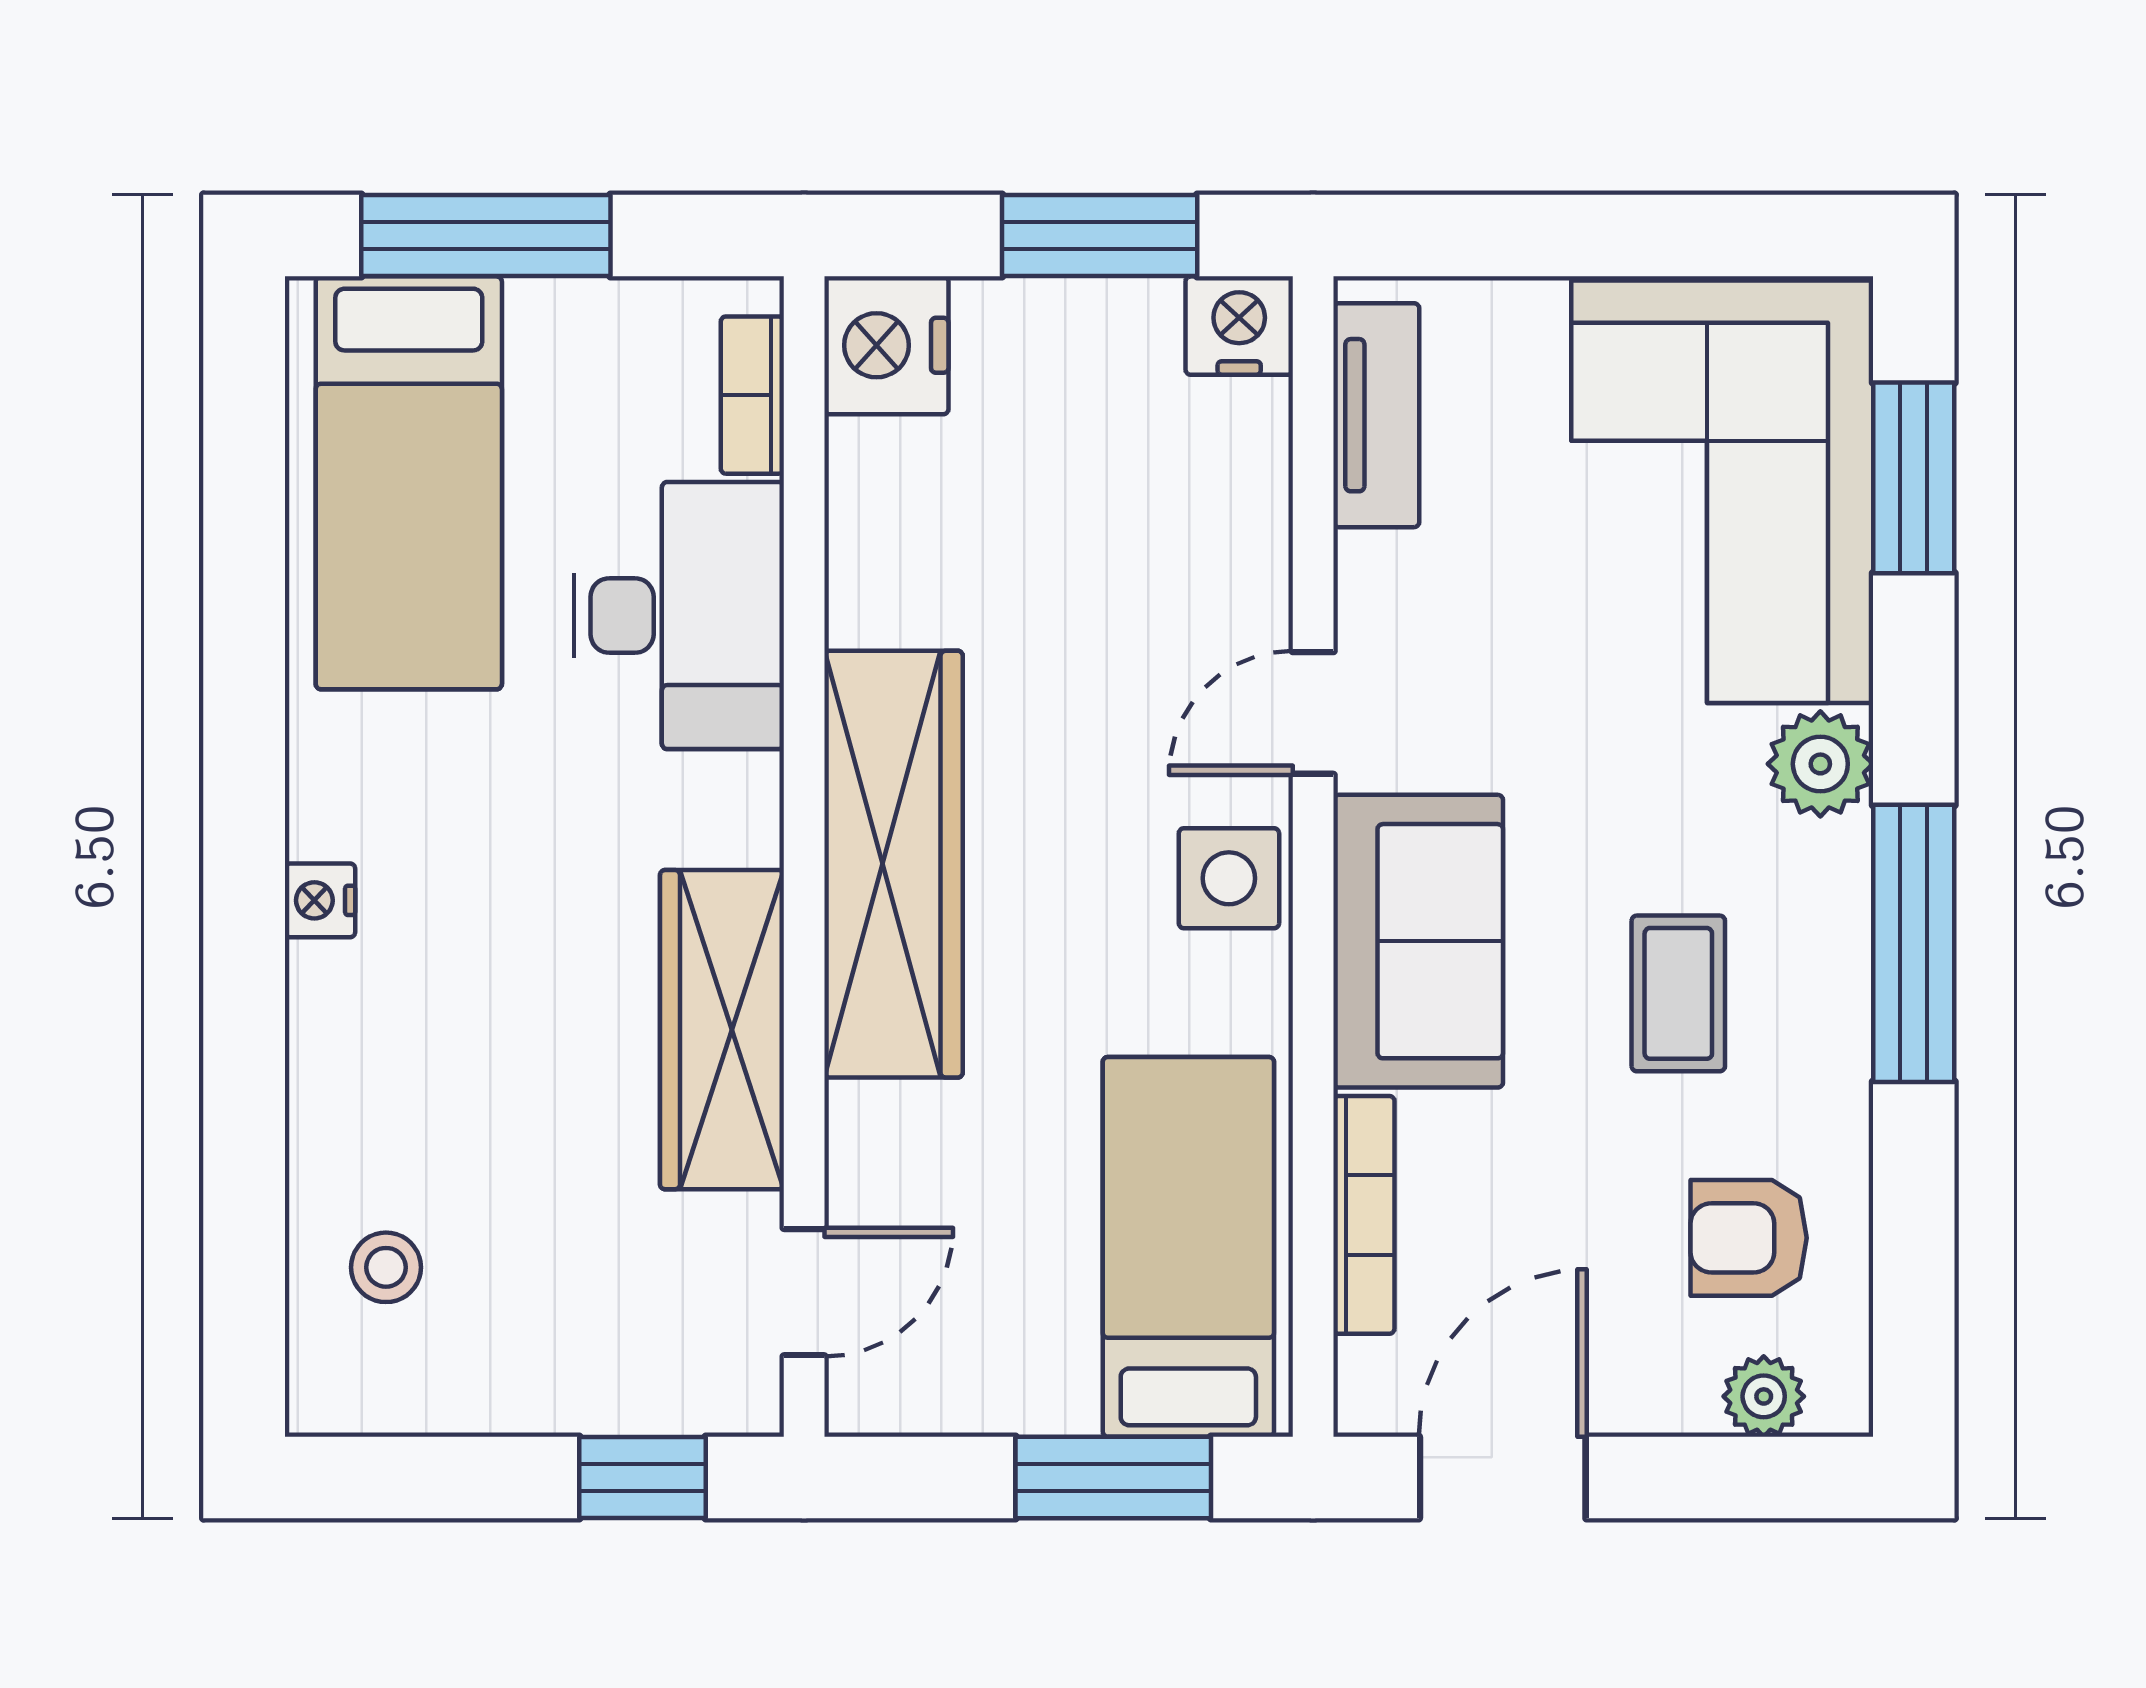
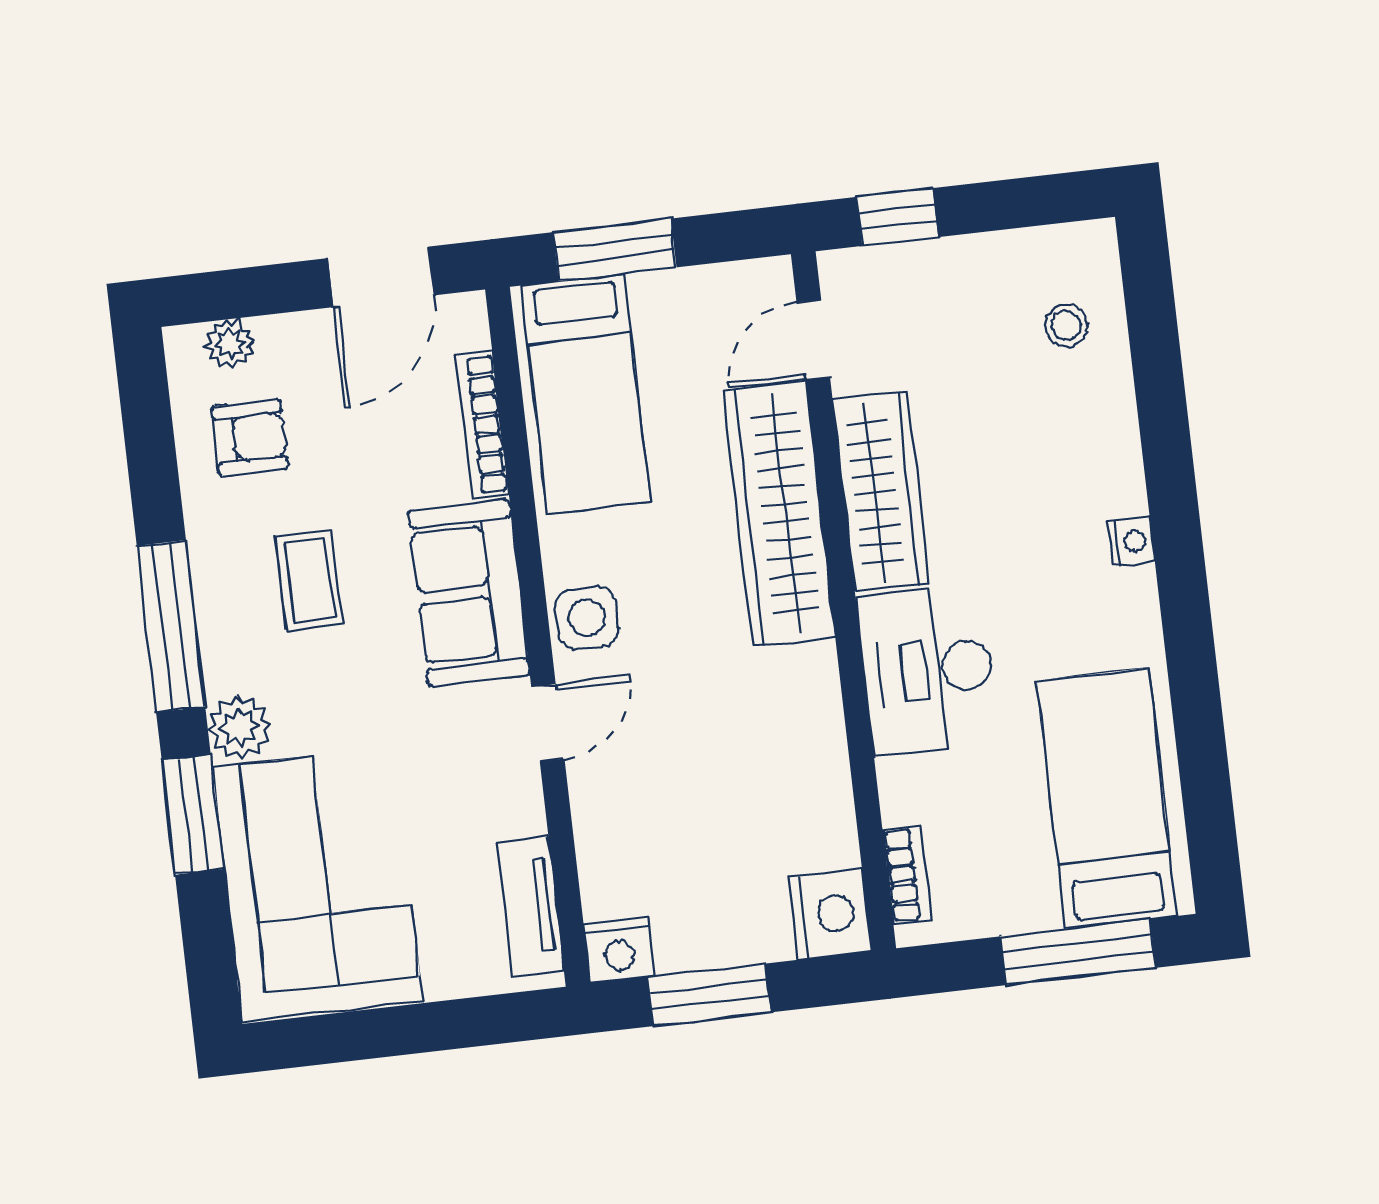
window: (1914, 478) -> (193, 815), moved
desk: (679, 616) -> (928, 670), moved
wardrobe: (894, 864) -> (779, 514), moved

